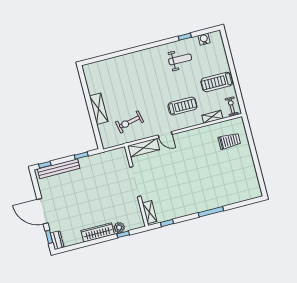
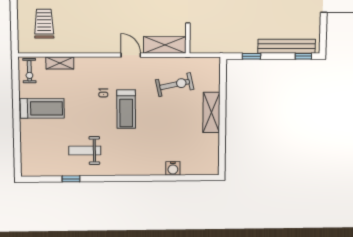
water cooler: (204, 39) -> (173, 168), moved
treadmill: (182, 106) -> (126, 109), moved, turned -90
trolley: (229, 141) -> (44, 24), turned 90

